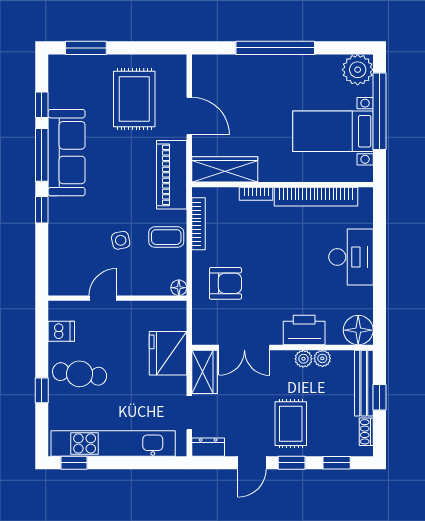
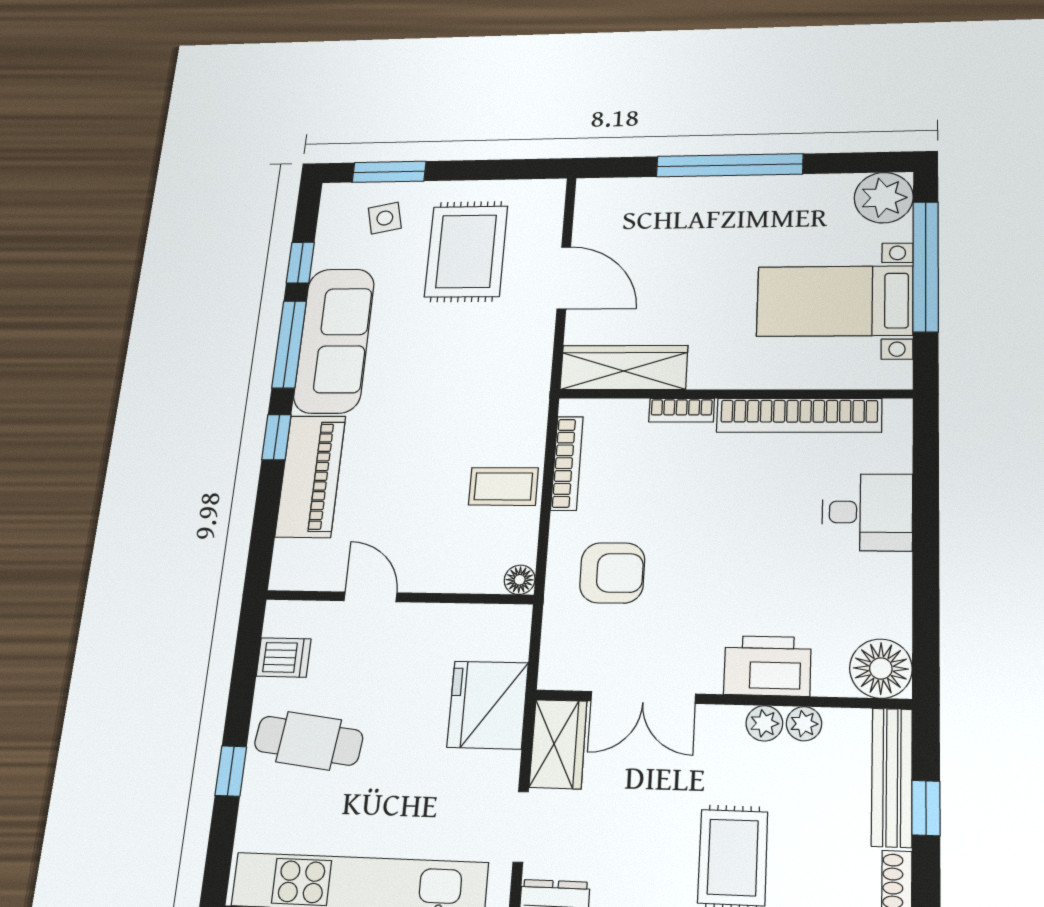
piano: (172, 175) -> (310, 476), moved, turned 180
side table: (121, 240) -> (385, 218), moved
desk: (351, 257) -> (867, 512), width x0.73
door: (103, 298) -> (370, 597), hinge flipped

